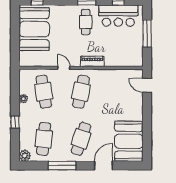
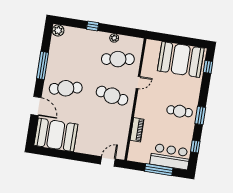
bar counter: (118, 16) -> (170, 157), moved, turned 90
piano: (92, 61) -> (137, 130), moved
cafe table: (44, 139) -> (72, 52), removed
cafe table: (81, 139) -> (66, 88), turned -30

